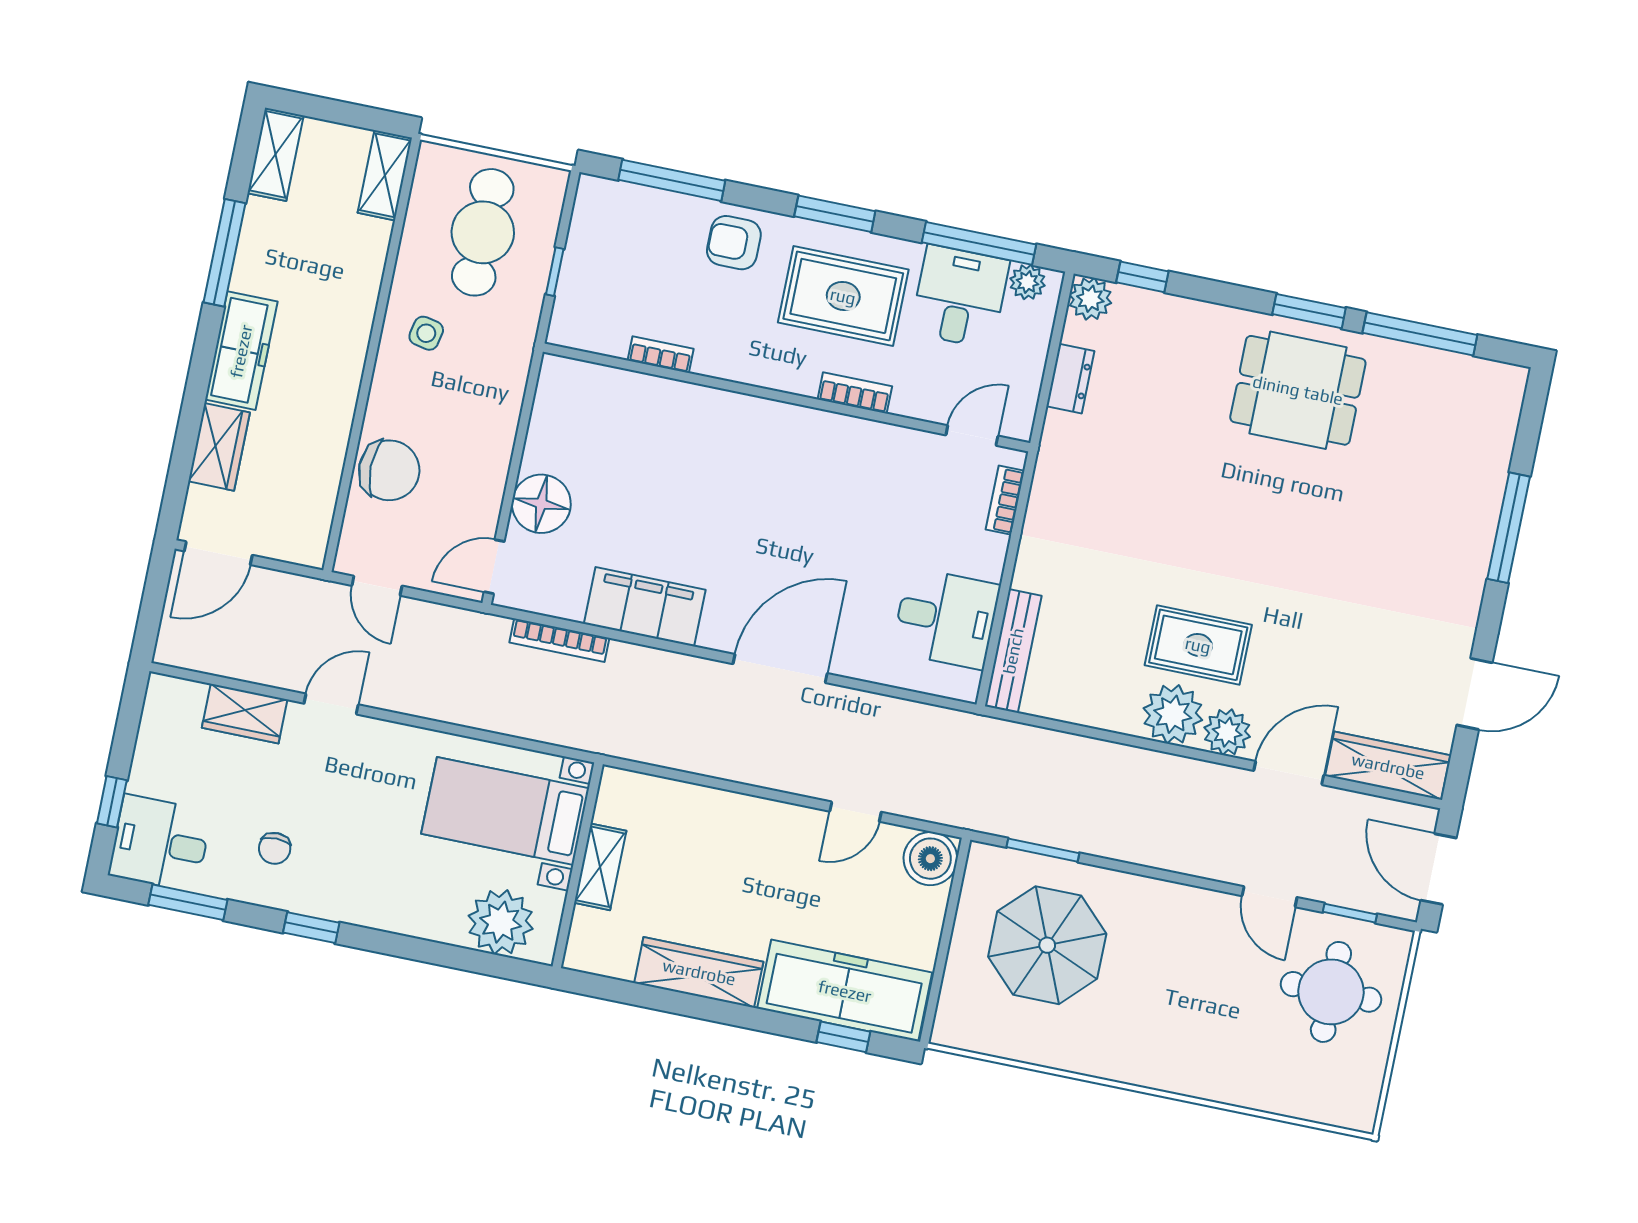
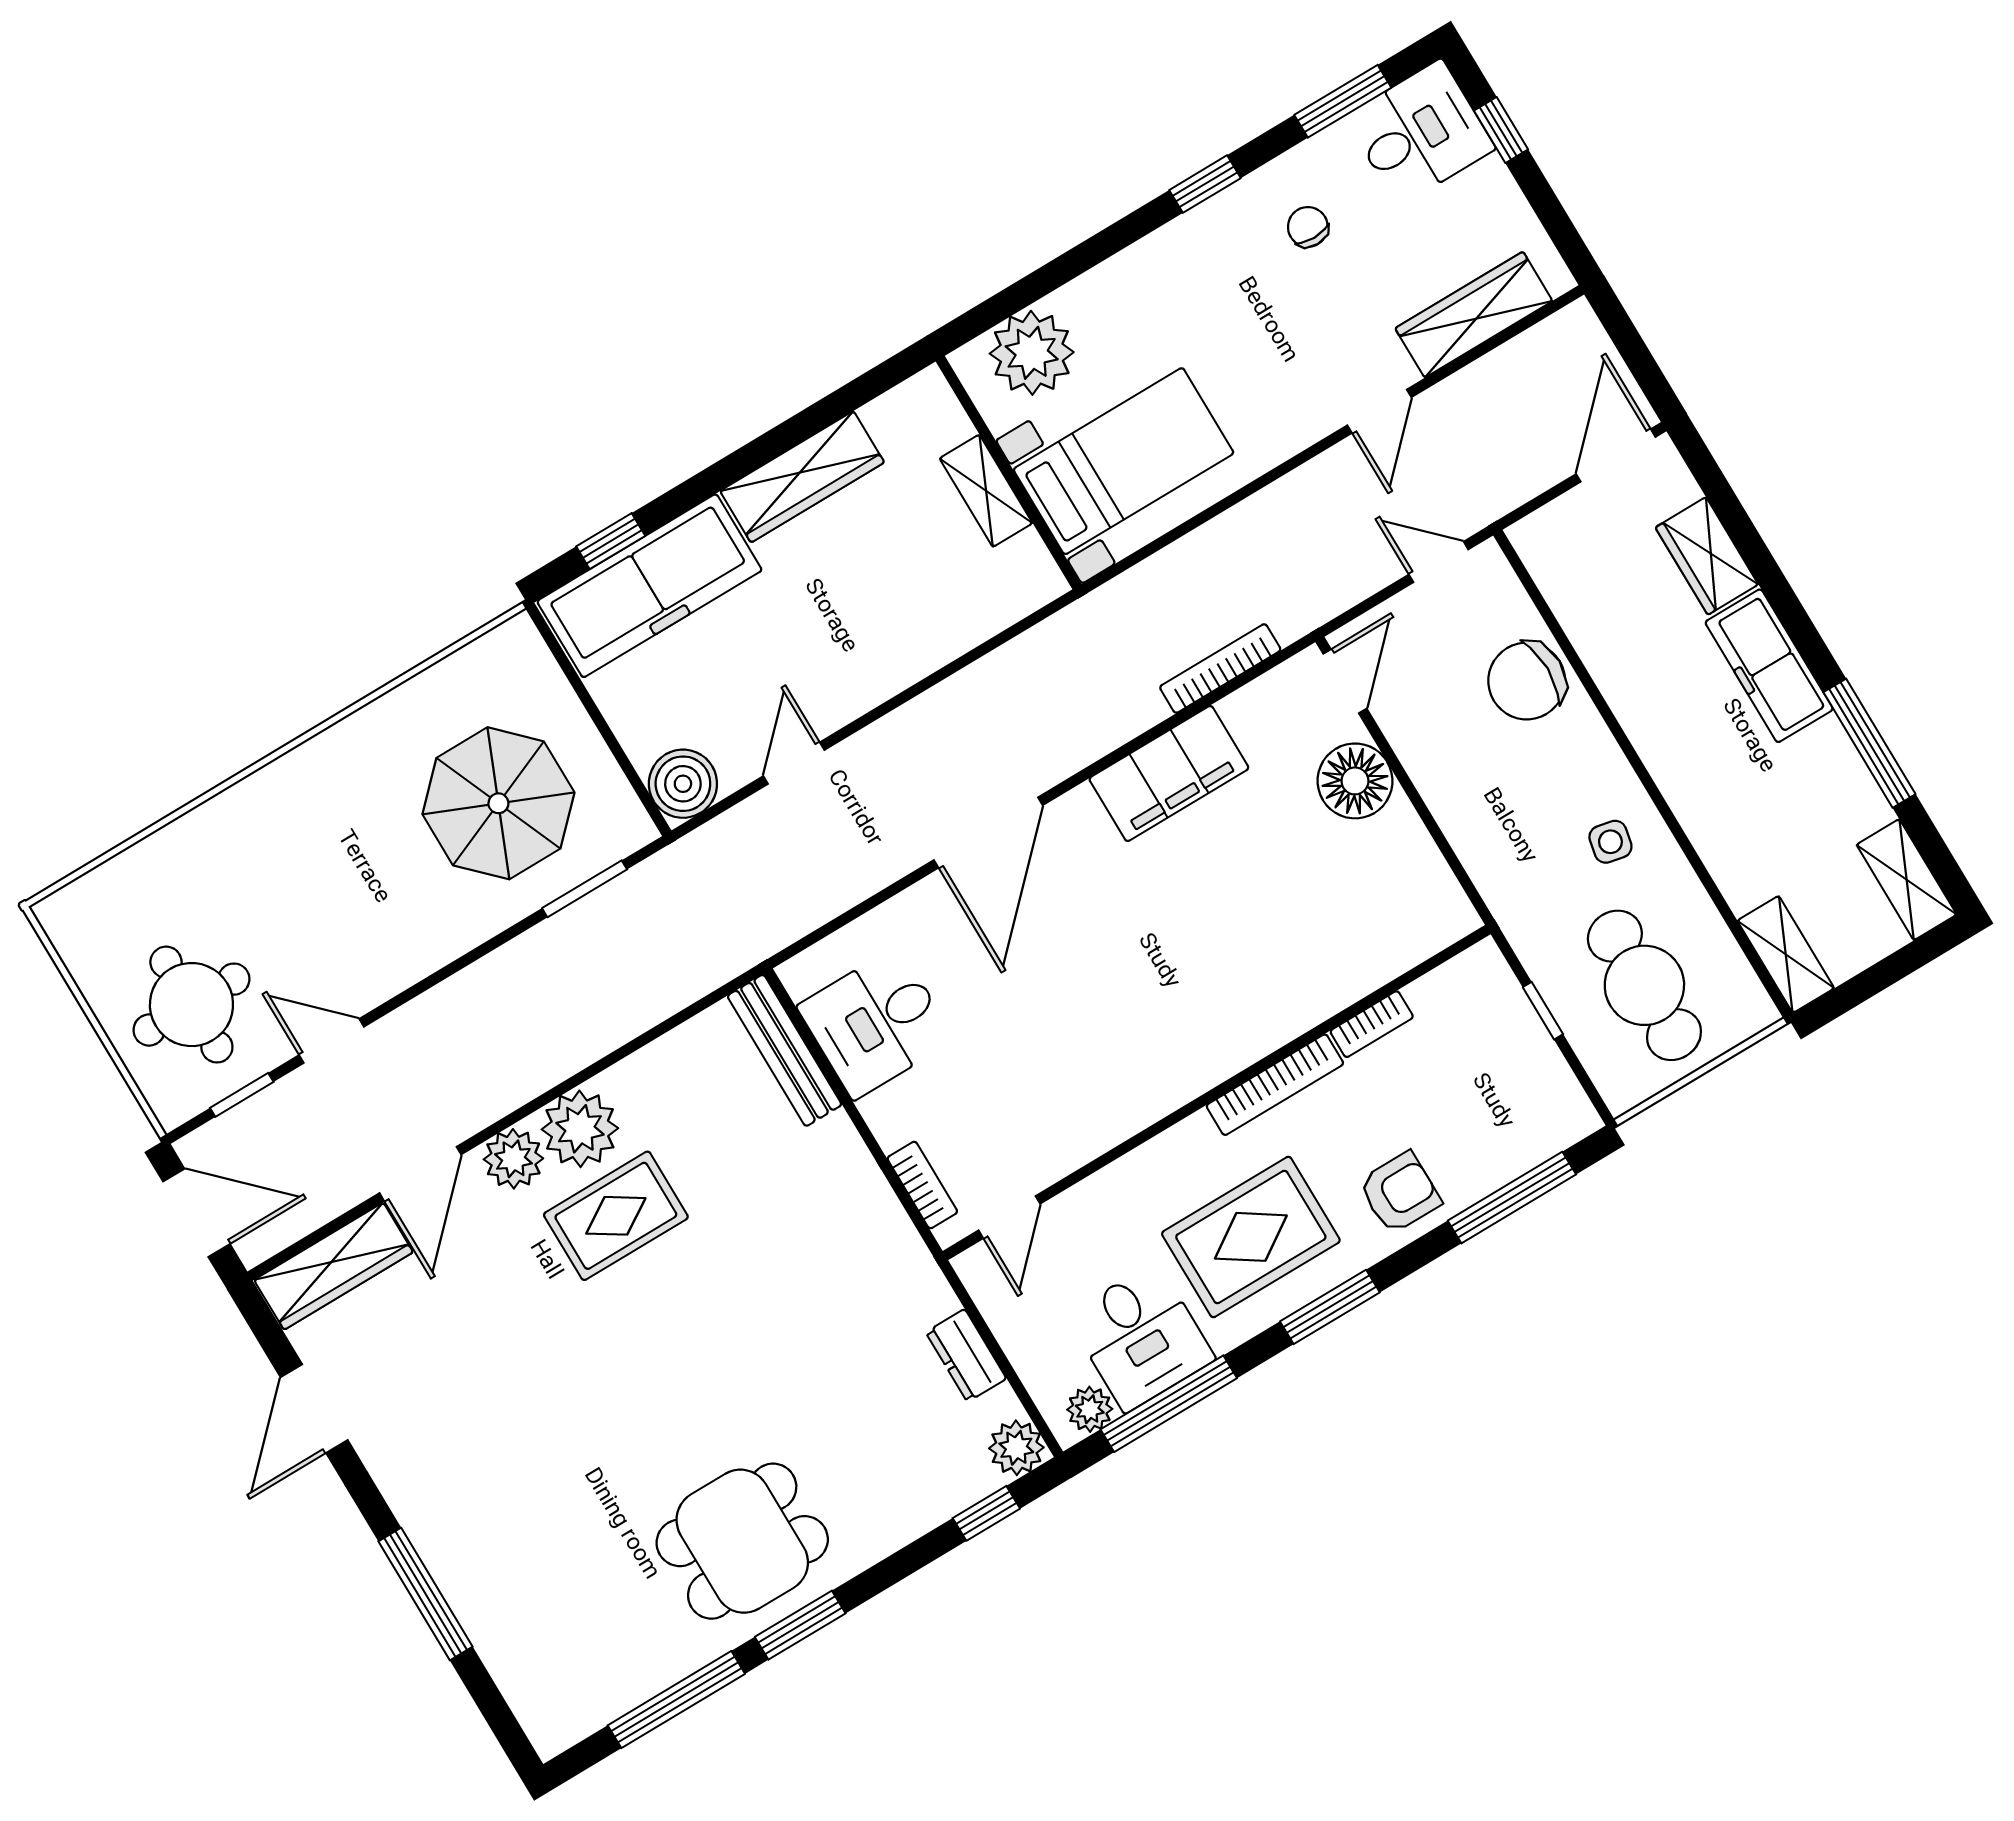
bookcase: (855, 393) -> (1275, 1085), moved, width x1.56
wardrobe: (245, 714) -> (1474, 315), width x1.50

